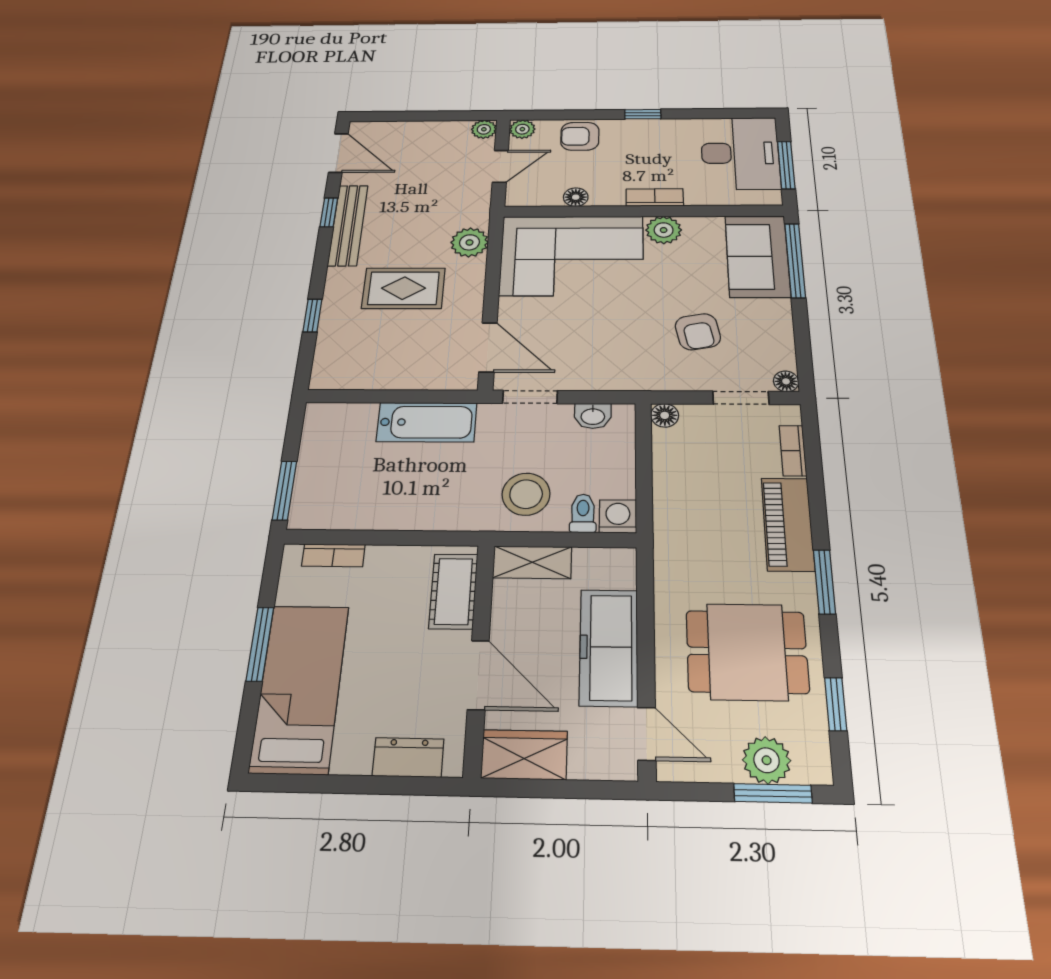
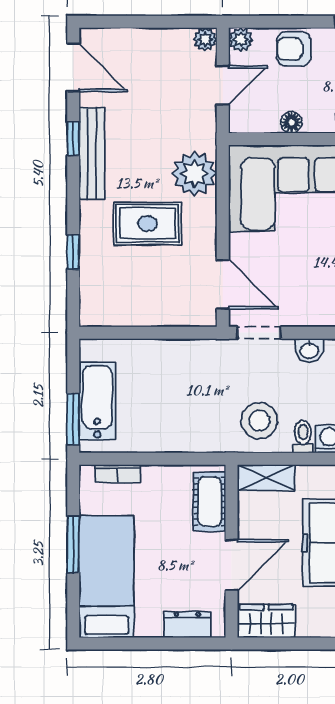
plant: (470, 242) -> (195, 174), width x1.36, depth x1.36
bathtub: (427, 422) -> (97, 401), moved, turned -90
door: (478, 675) -> (232, 565), hinge flipped

